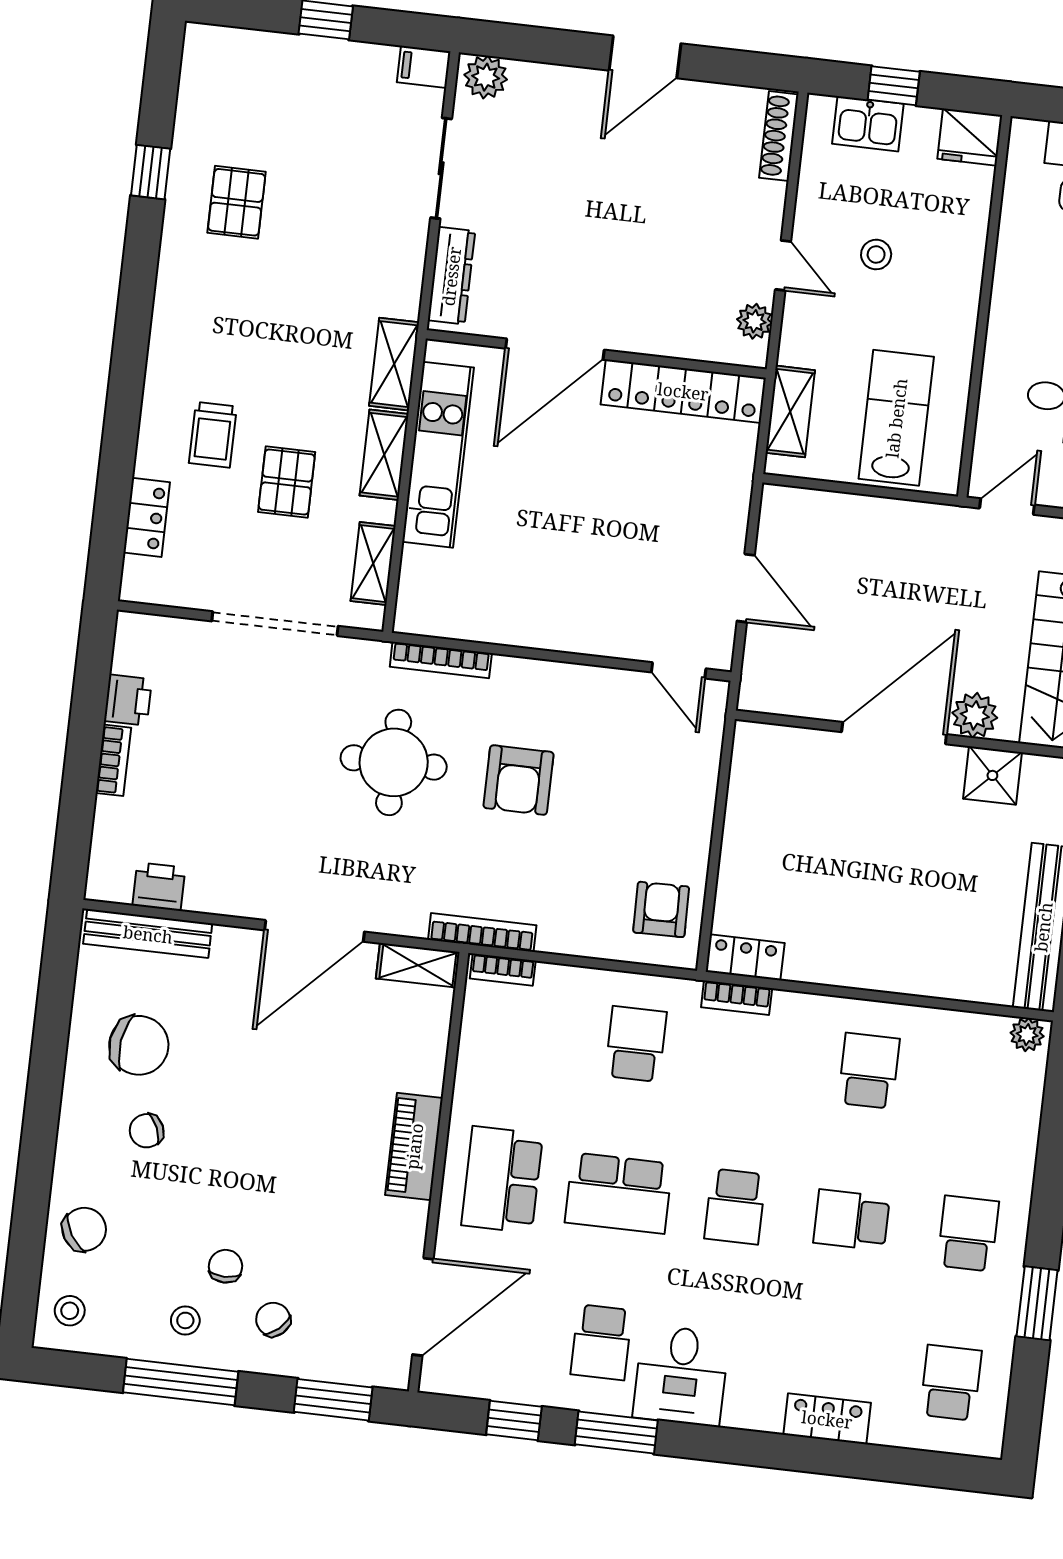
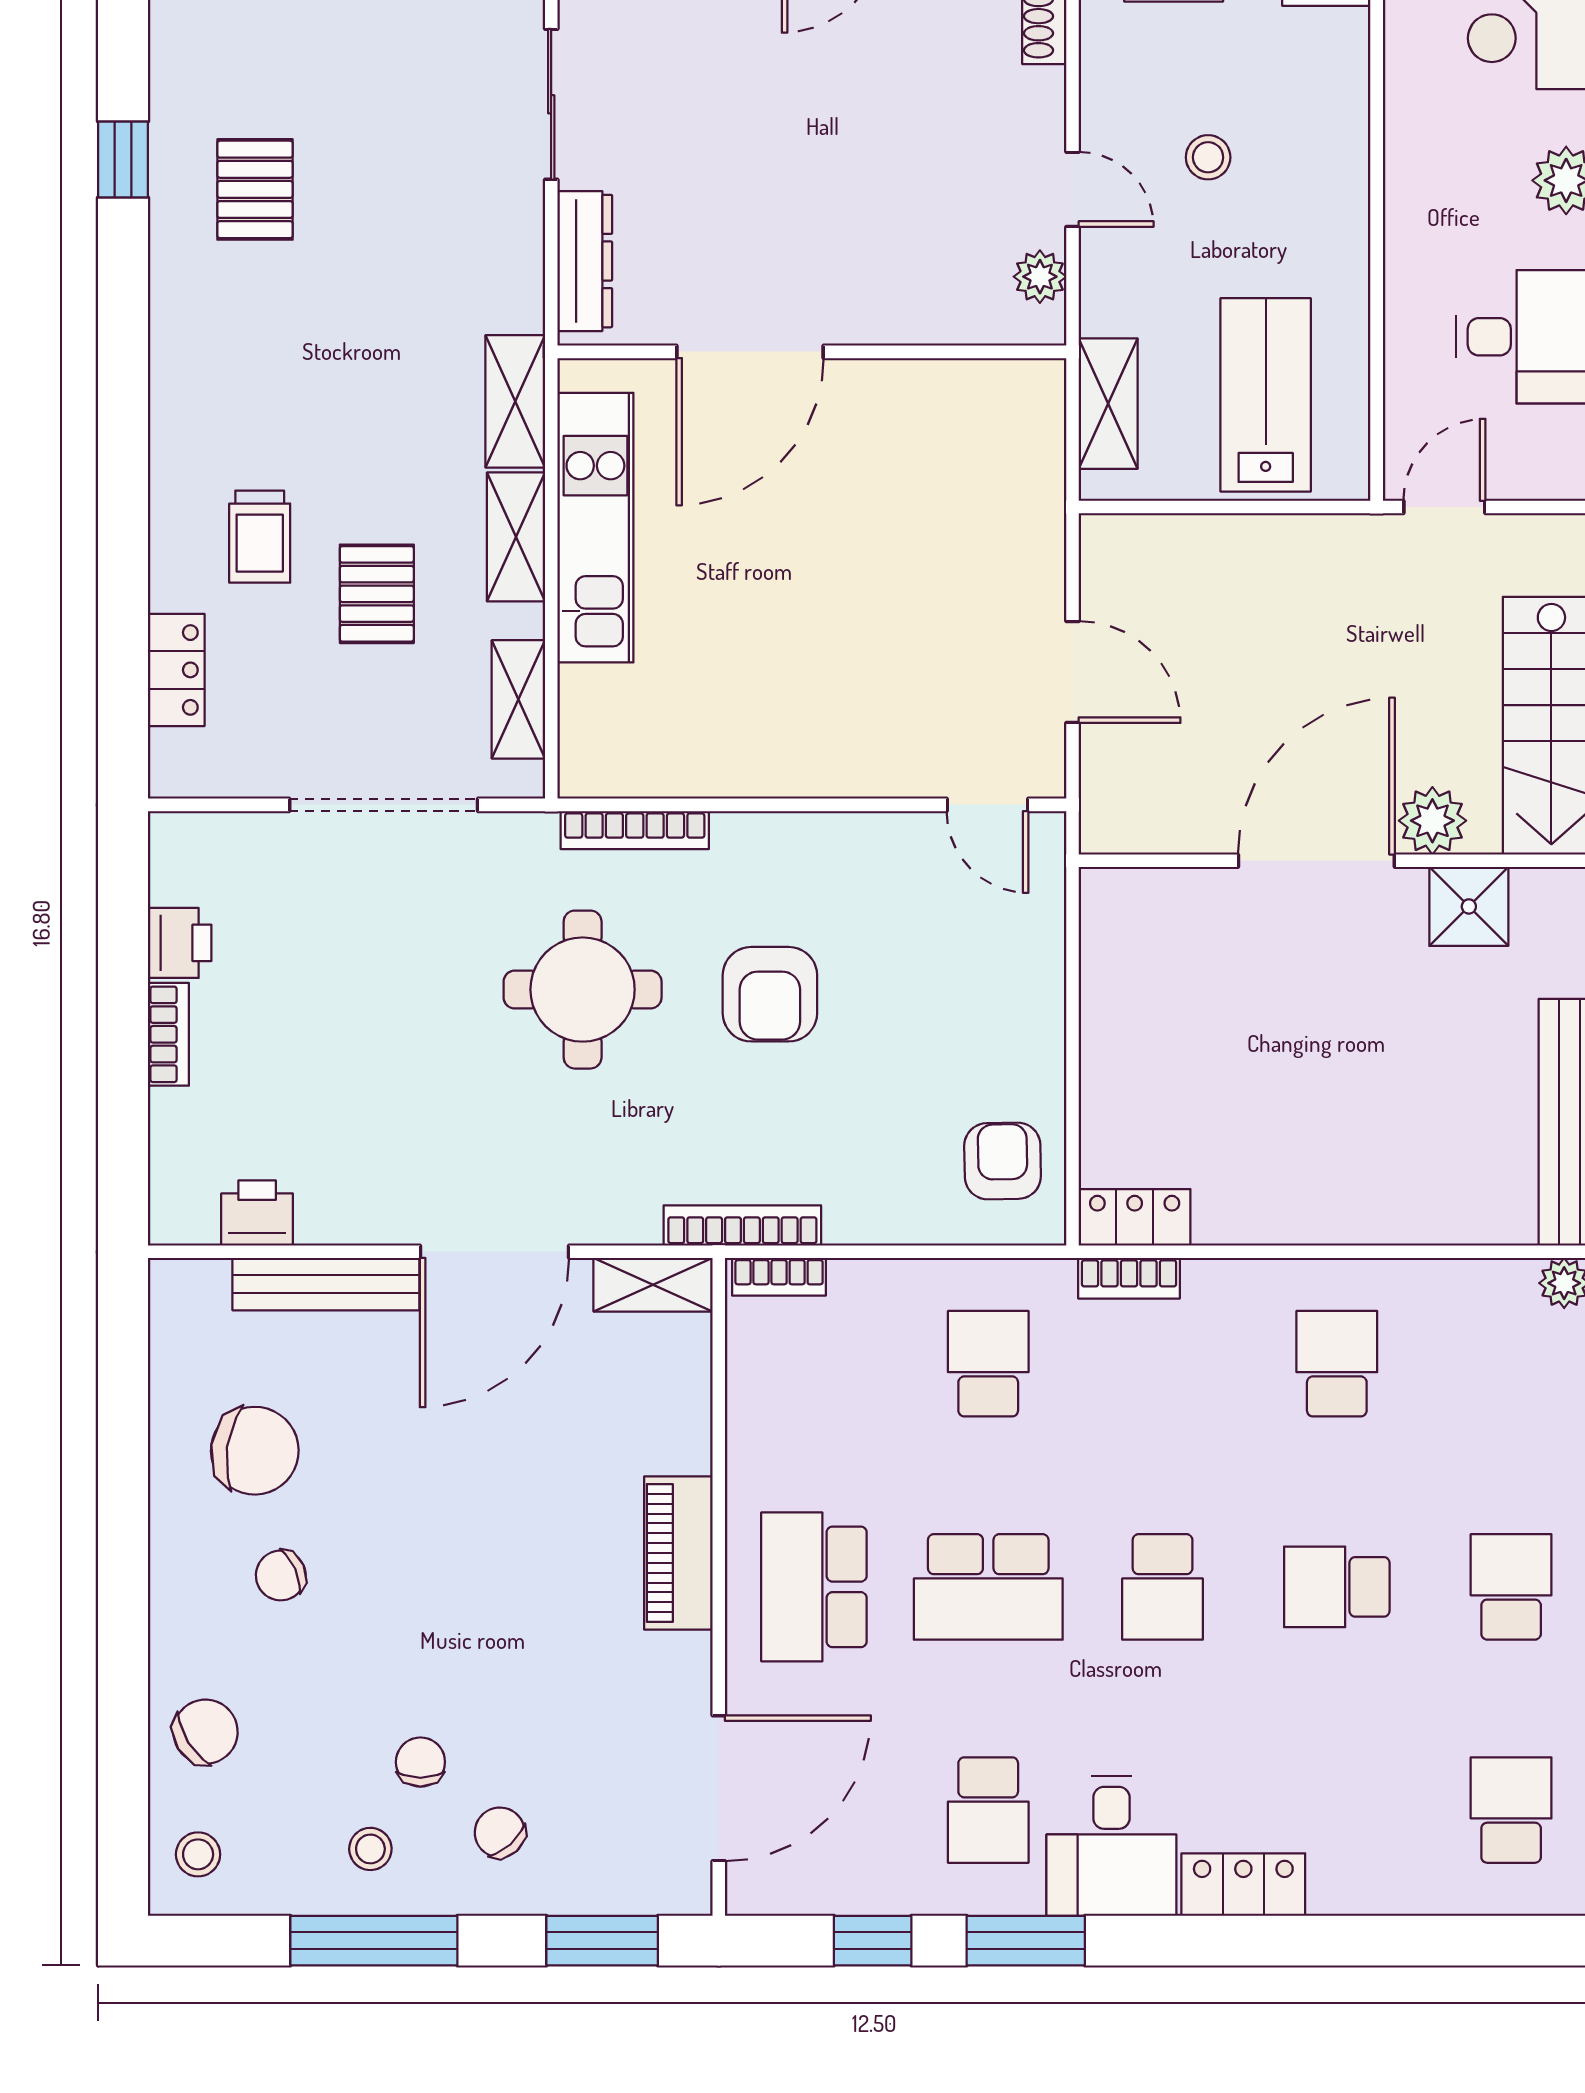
locker: (683, 391) -> (947, 392), removed
bench: (148, 934) -> (326, 1284), moved
locker: (827, 1419) -> (1243, 1885), moved

